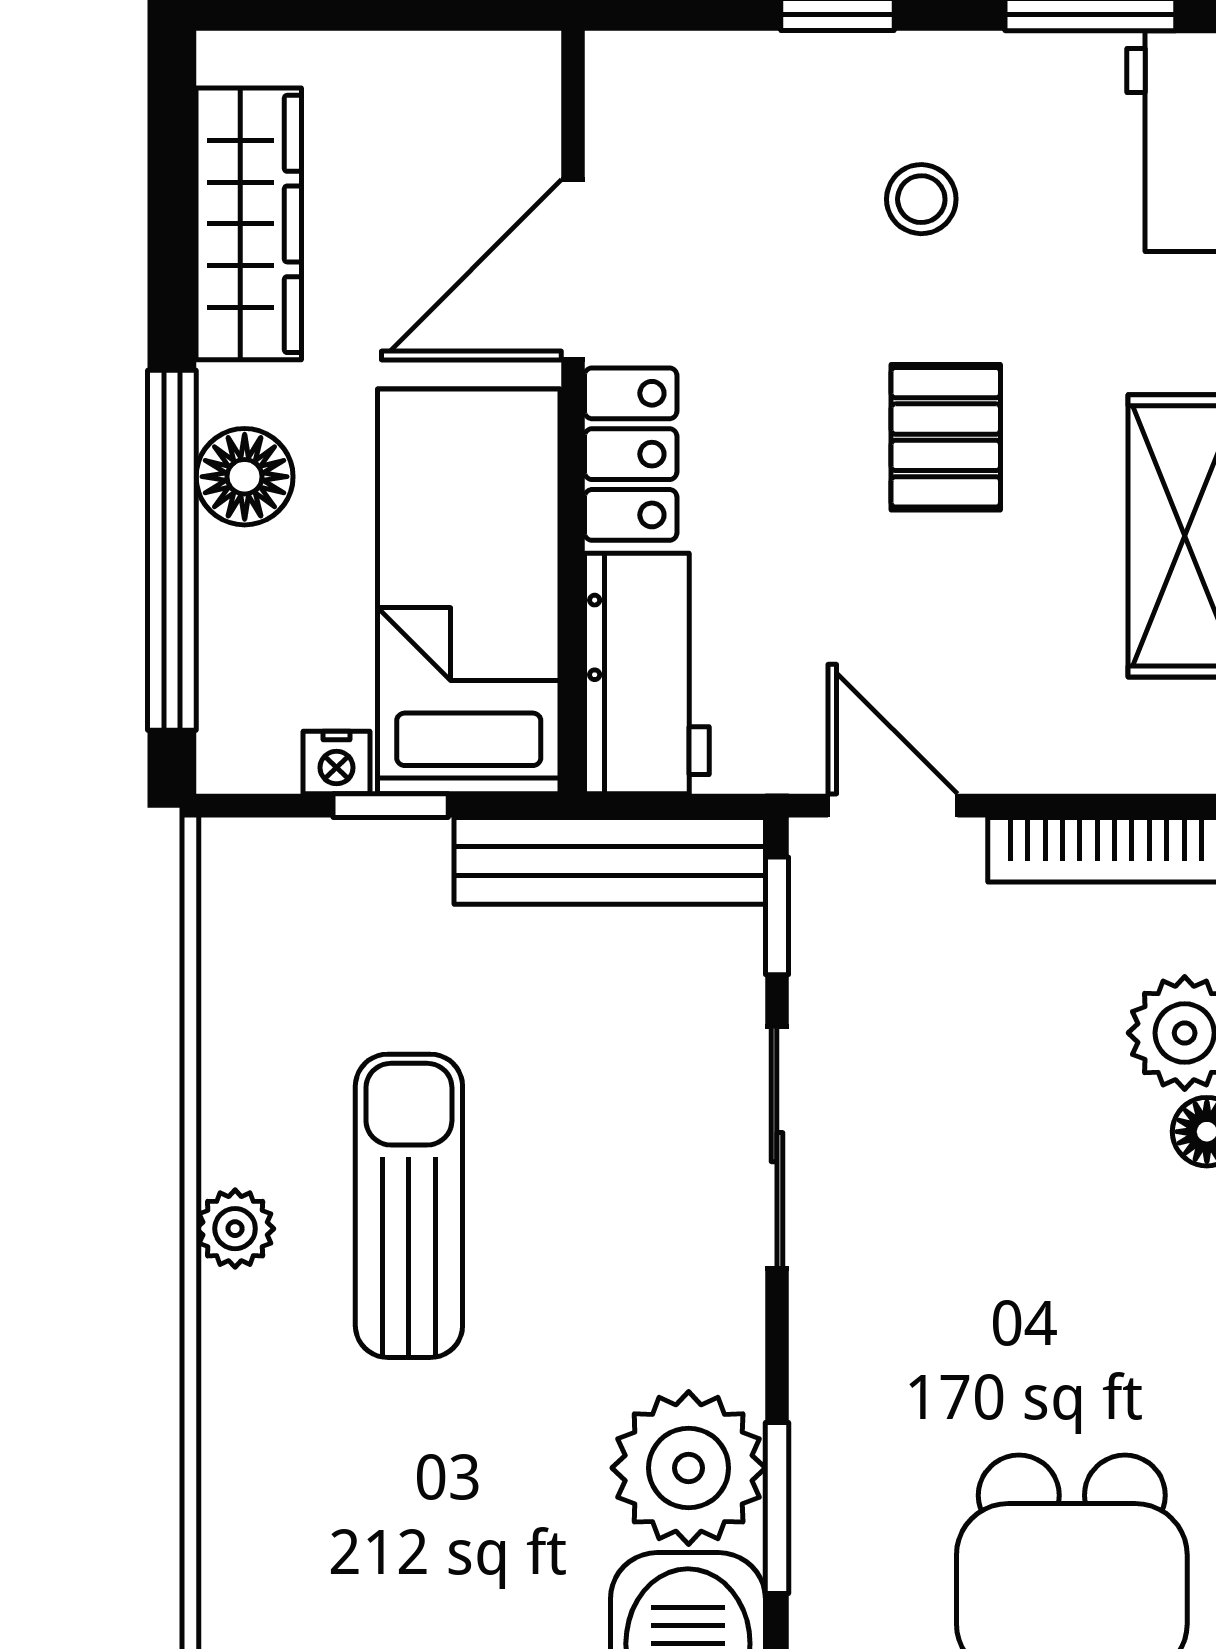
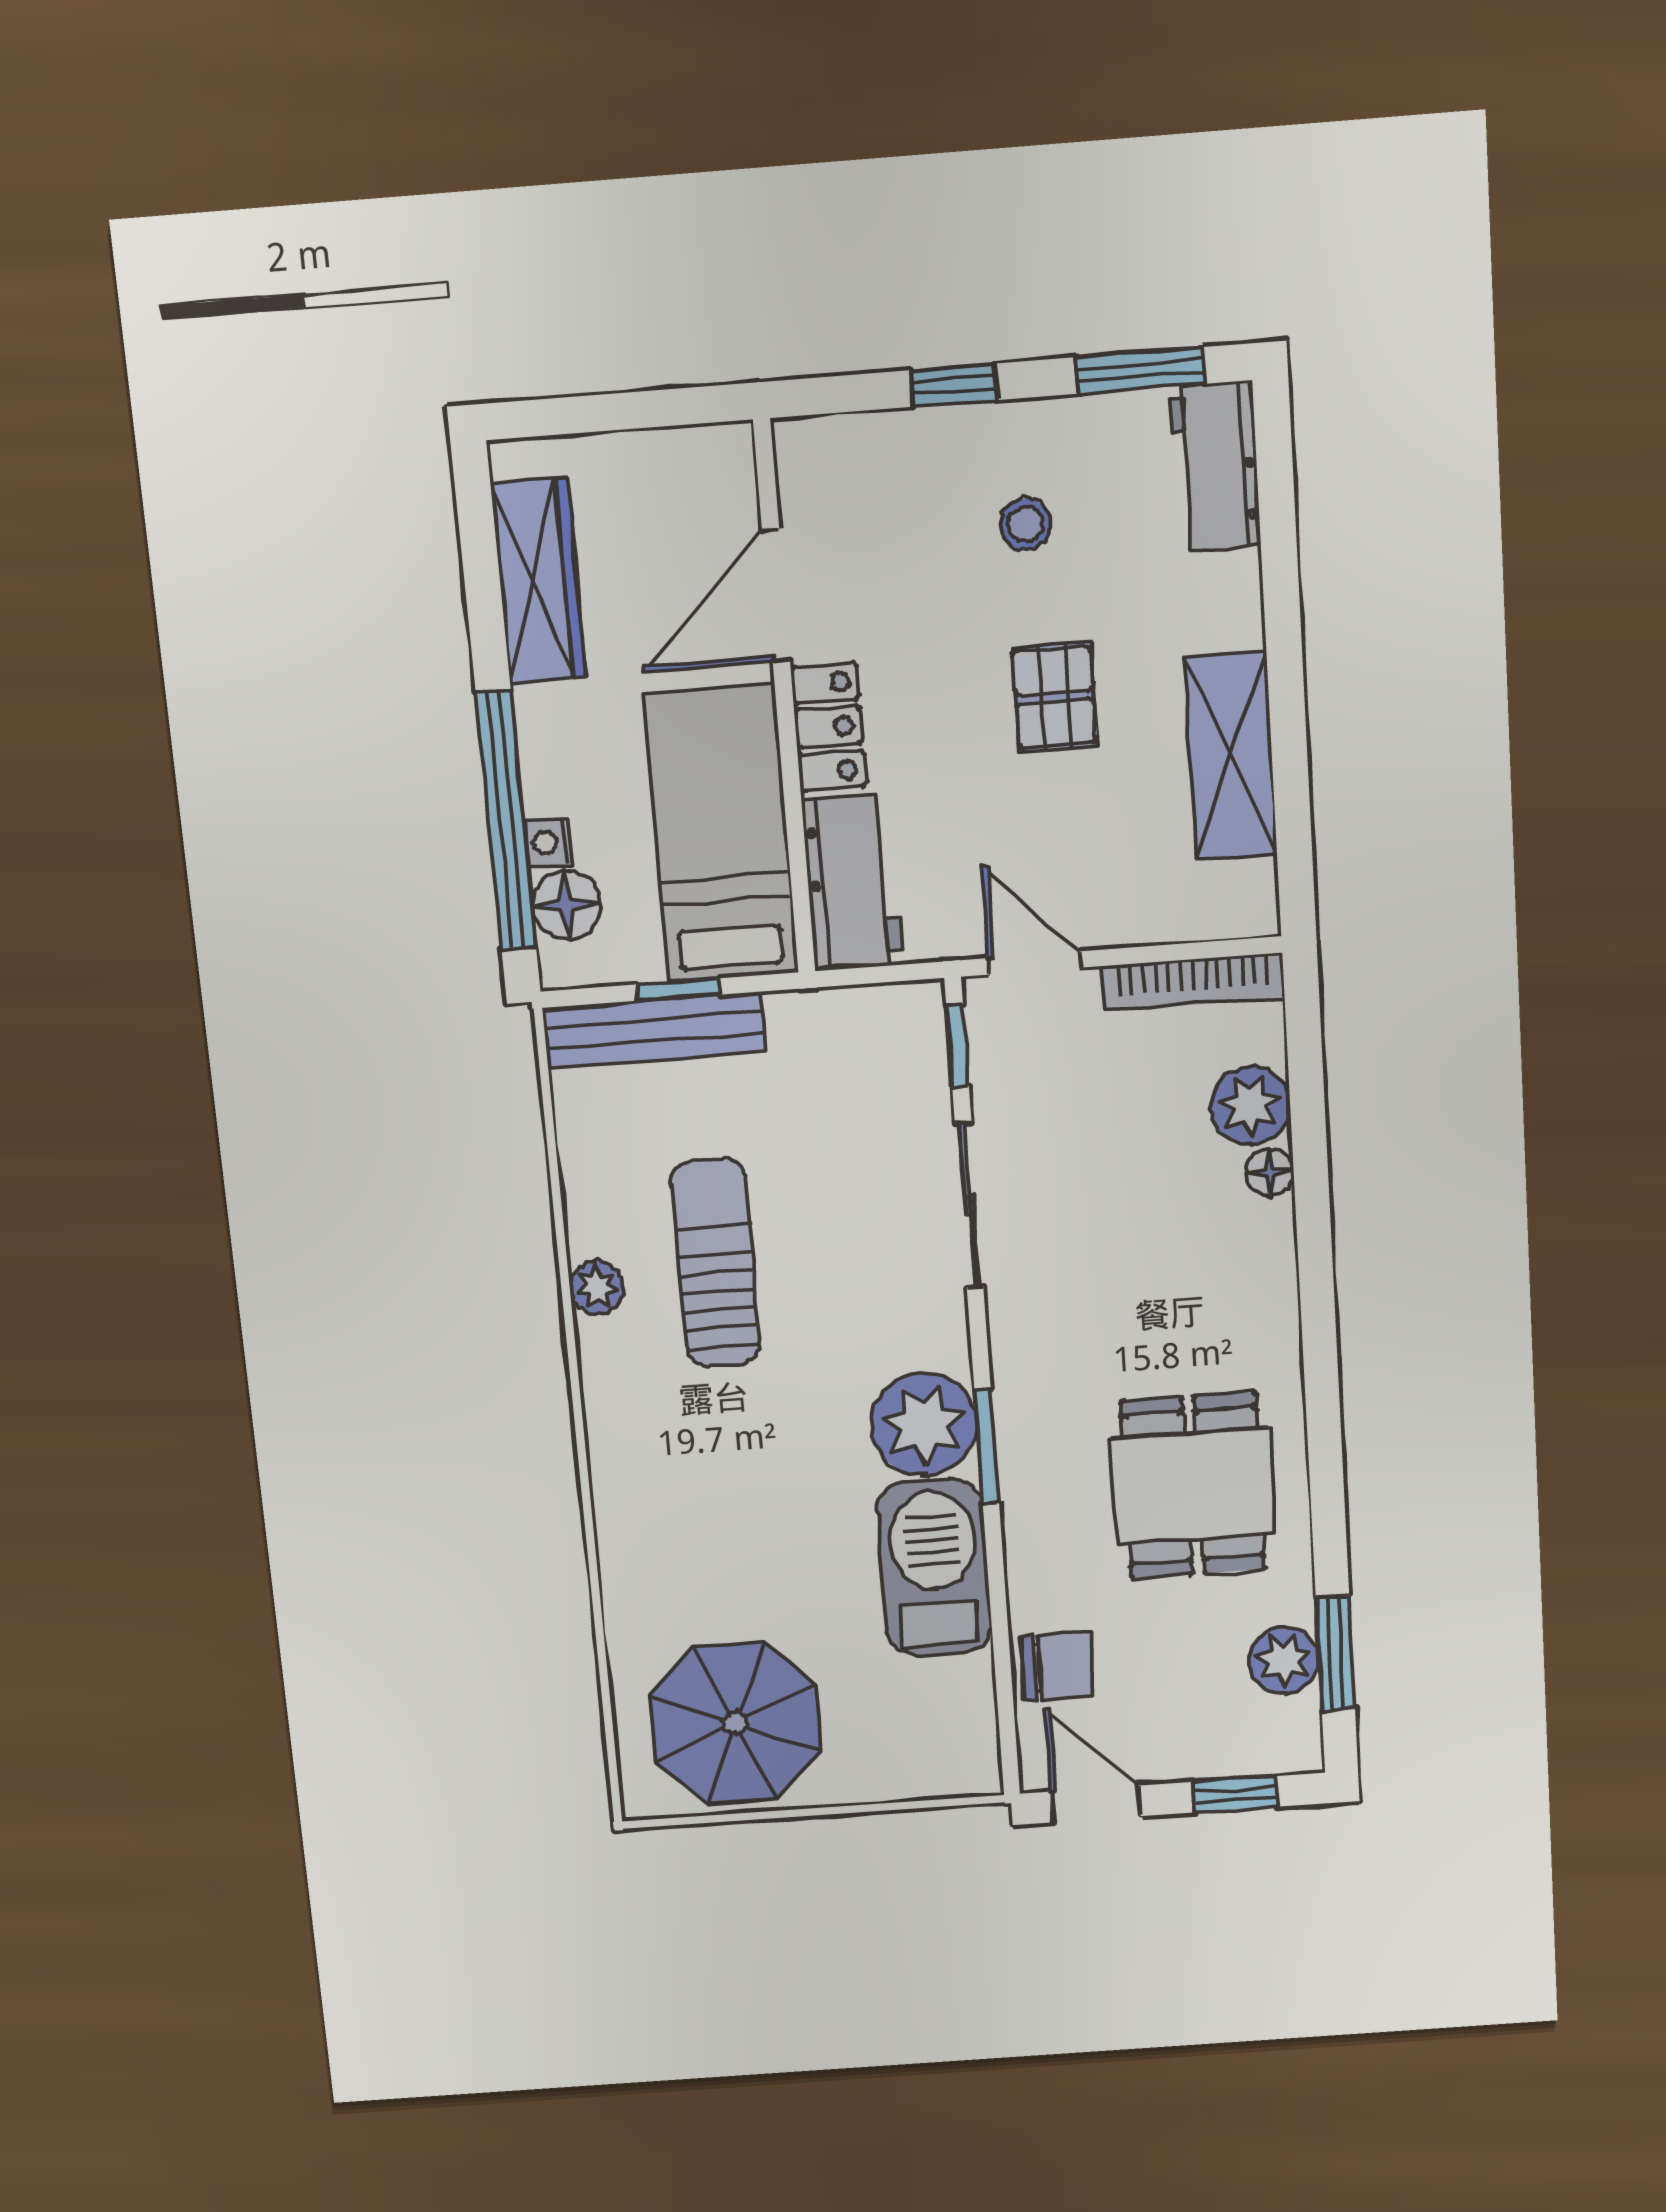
floor lamp: (245, 477) -> (566, 905), moved
nightstand: (337, 763) -> (548, 842), moved, turned 90
bench: (610, 861) -> (654, 1030), moved

